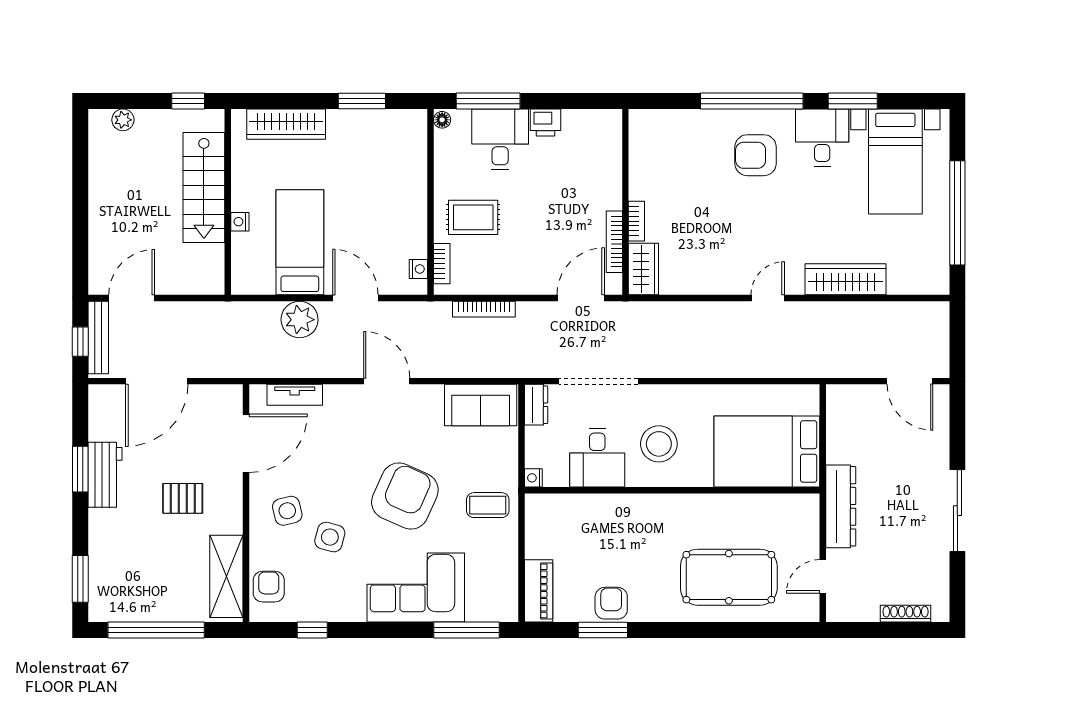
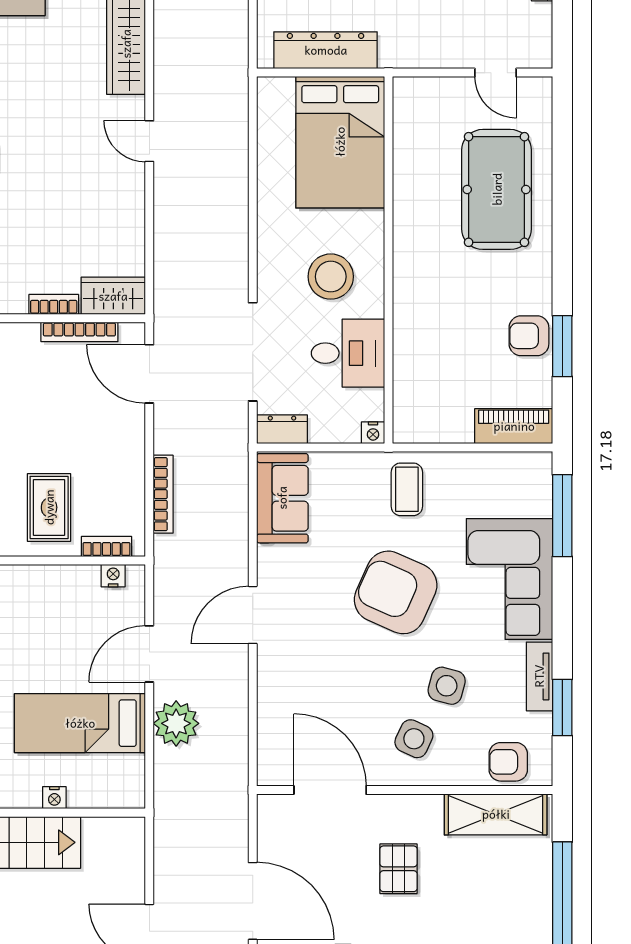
tv unit: (295, 395) -> (539, 676), moved, turned 180
dresser: (841, 506) -> (326, 50), moved
side table: (287, 511) -> (414, 739), turned 38
window: (312, 630) -> (562, 707), width x1.50

